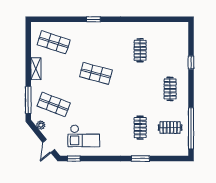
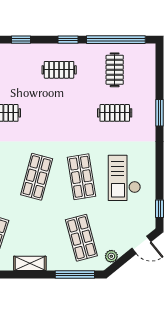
window: (191, 95) -> (68, 40), added
shop shelf: (54, 104) -> (81, 238), turned -36
shop shelf: (96, 104) -> (81, 177), added
checkout: (84, 136) -> (124, 178), moved, turned 180

